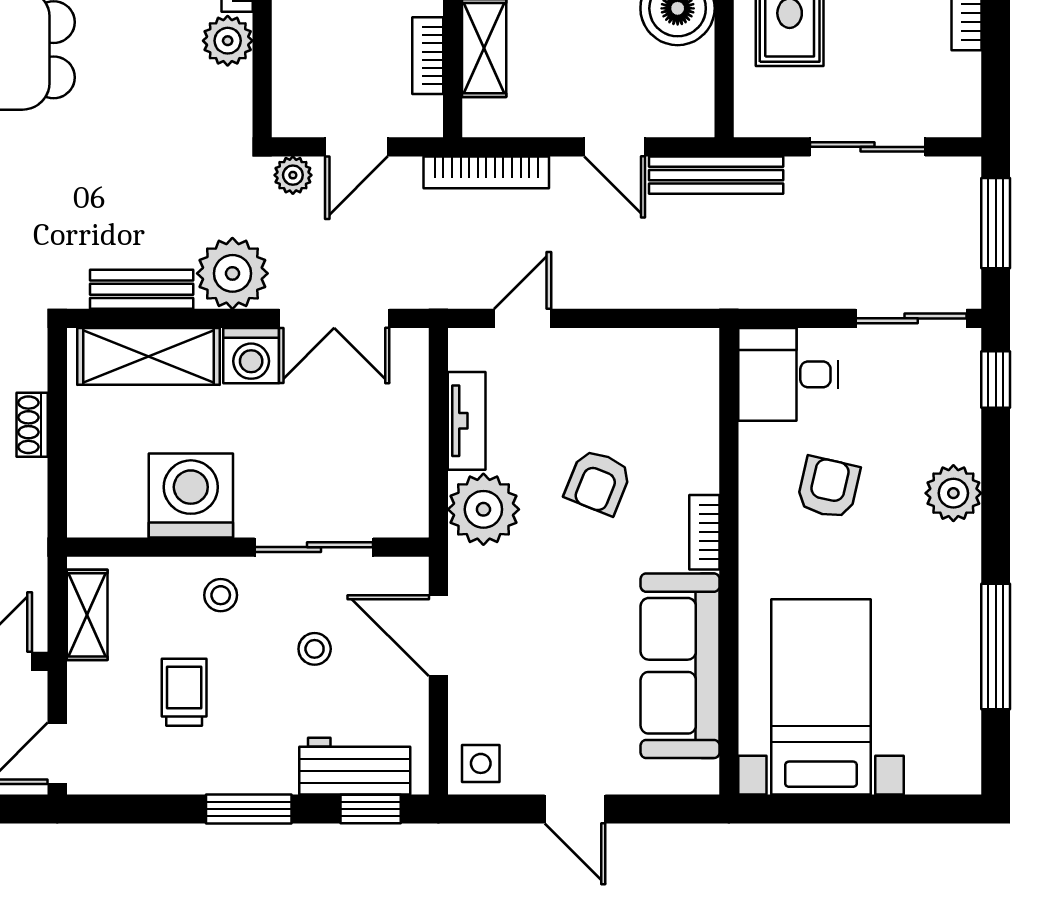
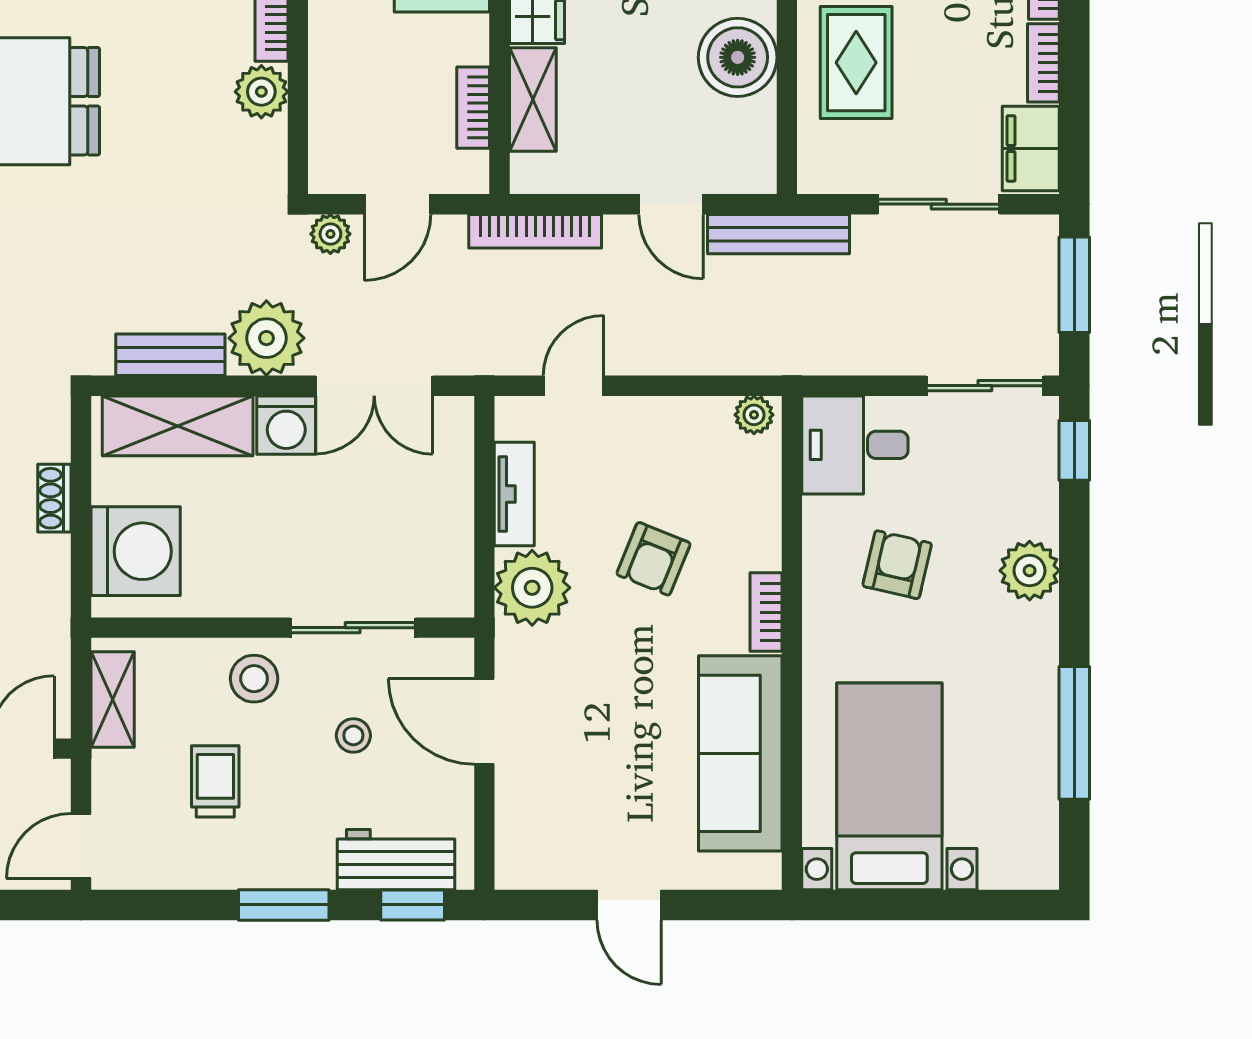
filing cabinet: (955, 94) -> (1031, 148), added
plant: (693, 346) -> (754, 415), added
washing machine: (191, 495) -> (136, 551), moved, turned 90
stool: (221, 595) -> (254, 679), width x1.37, depth x1.37
side table: (481, 763) -> (529, 857), removed

